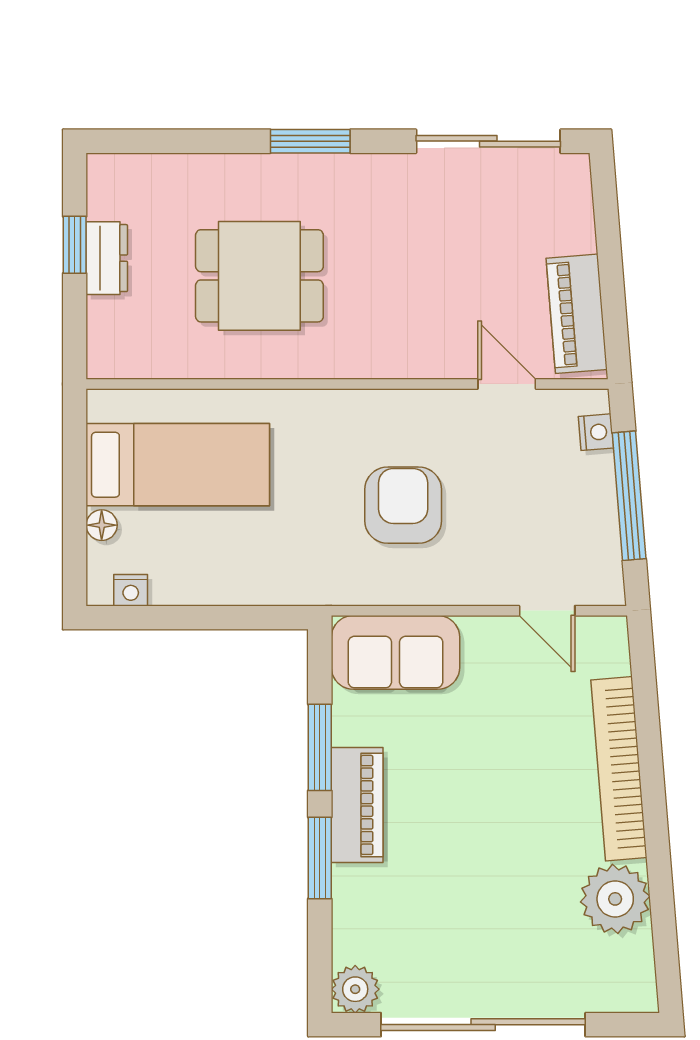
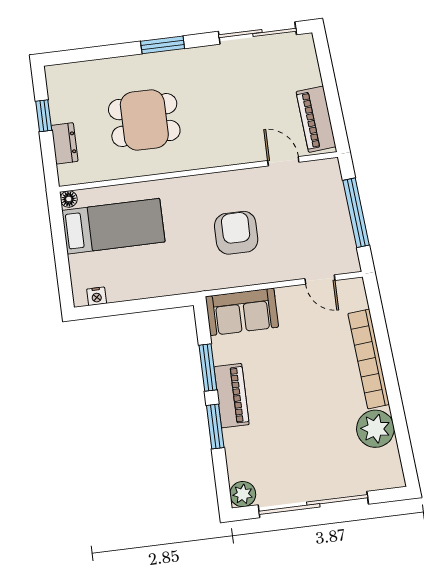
dresser: (107, 258) -> (65, 143), moved
nightstand: (596, 432) -> (334, 181), removed
floor lamp: (102, 525) -> (69, 199), moved

